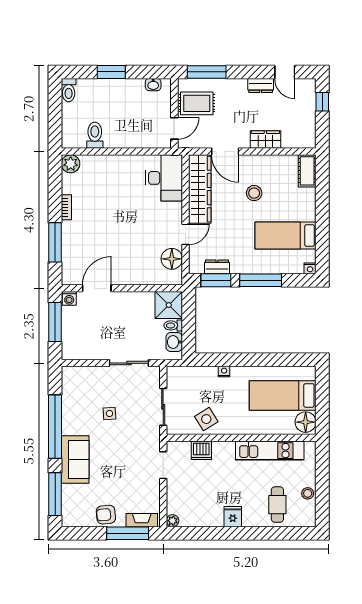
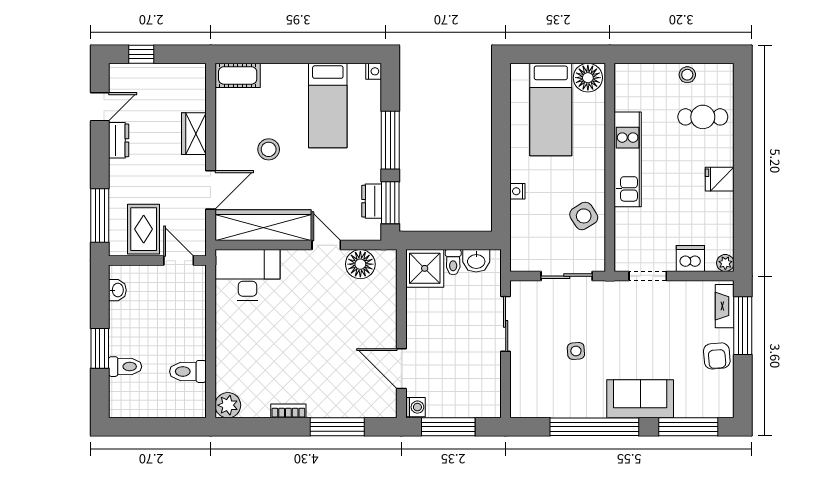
toilet: (69, 90) -> (125, 367), moved
dishwasher: (201, 450) -> (690, 259), moved, turned -90
kitchen unit: (270, 451) -> (628, 159), moved

